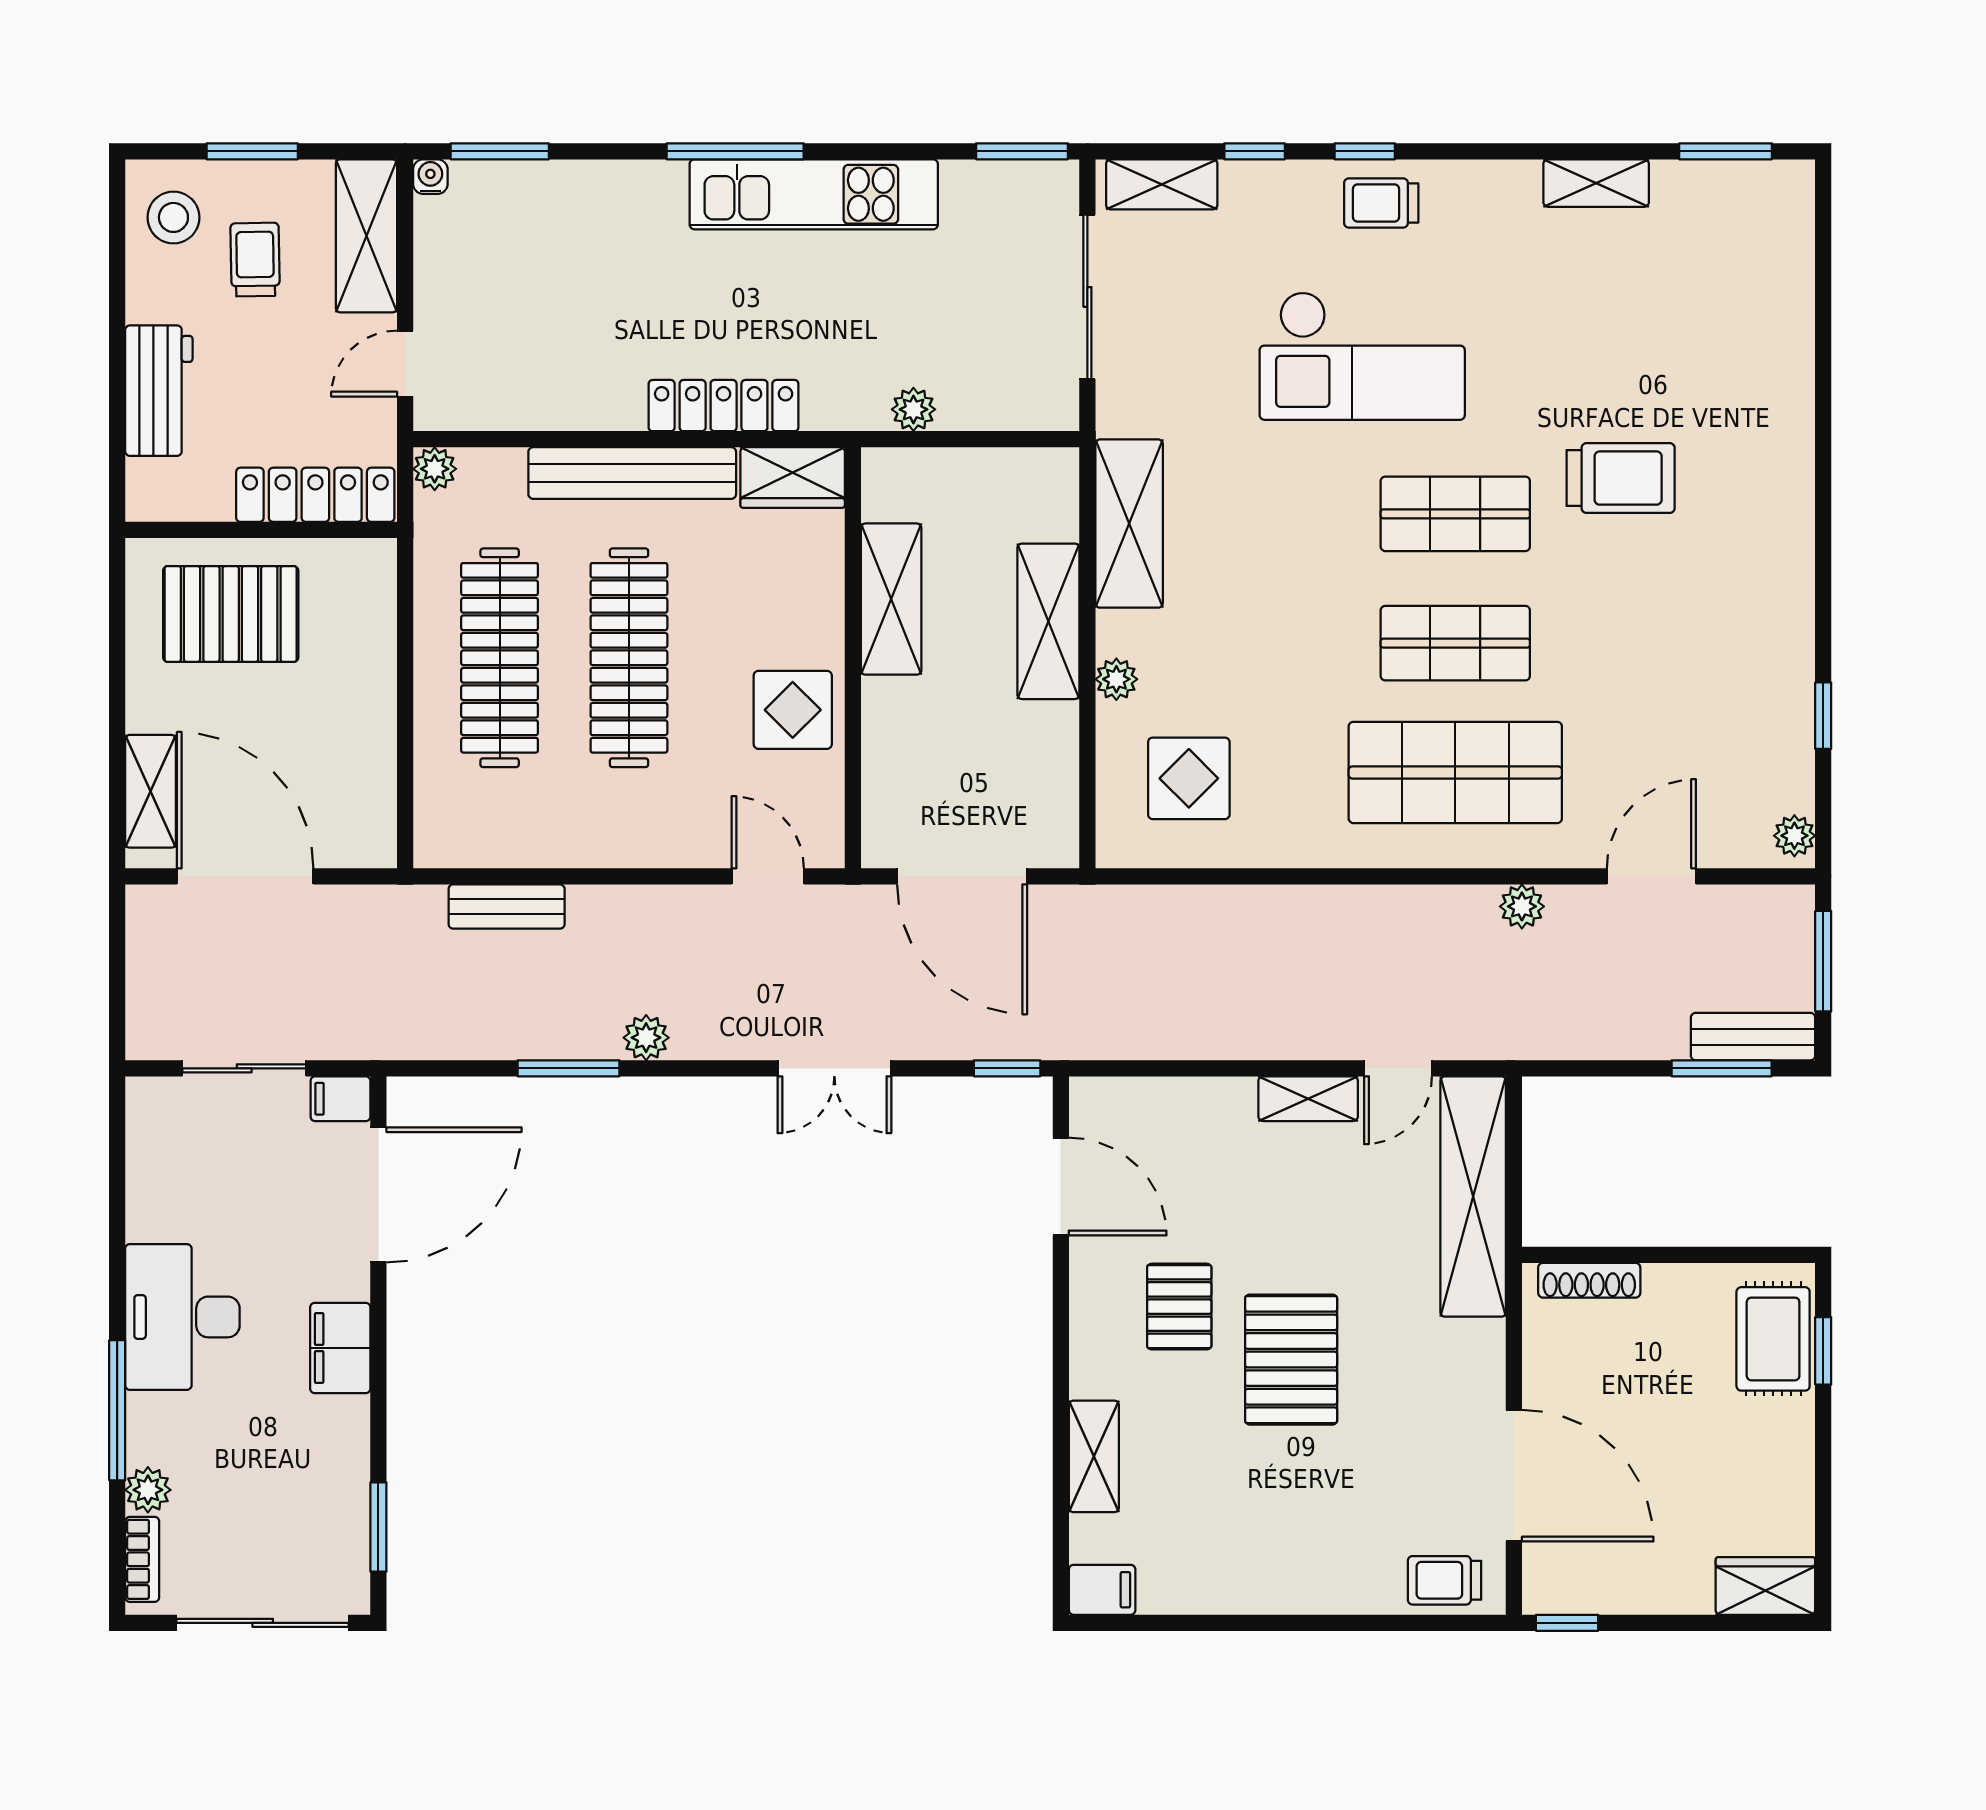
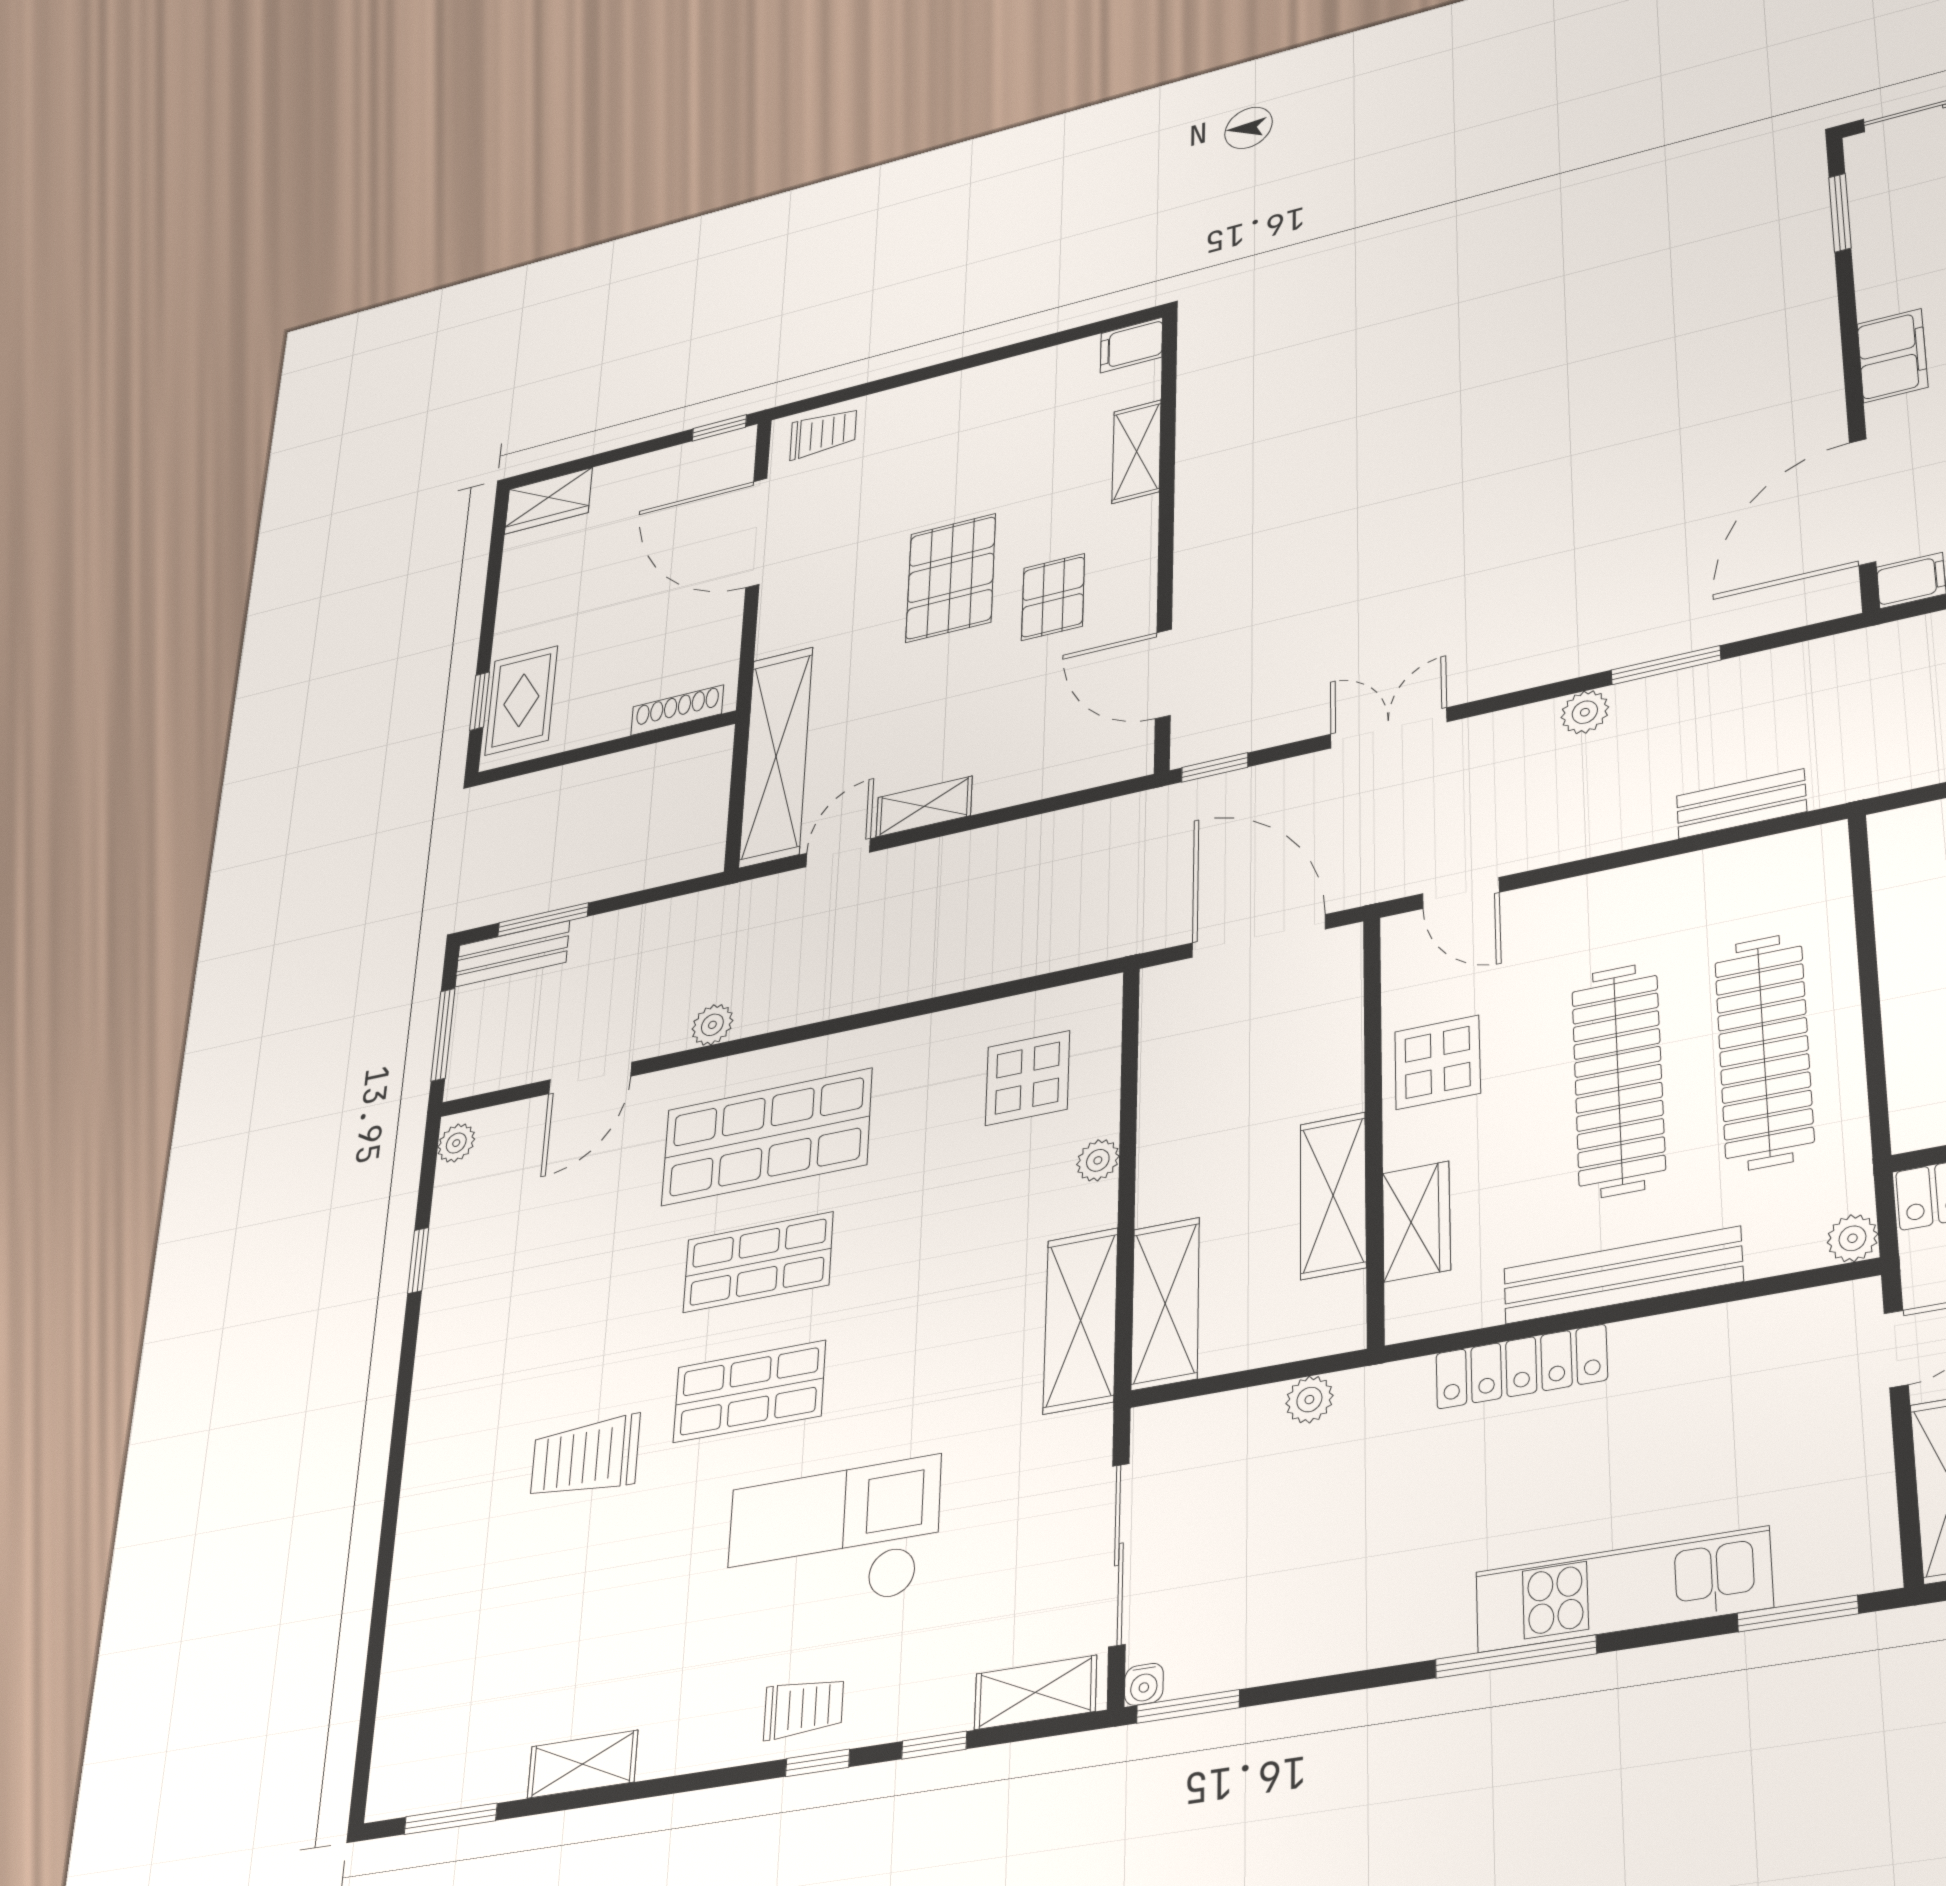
water cooler: (430, 177) -> (1144, 1684), moved
kitchen unit: (814, 194) -> (1623, 1590), moved
wardrobe: (793, 478) -> (1416, 1221), moved, turned 90
shelving: (1048, 621) -> (1165, 1304), moved

